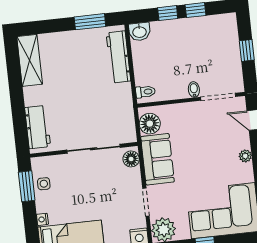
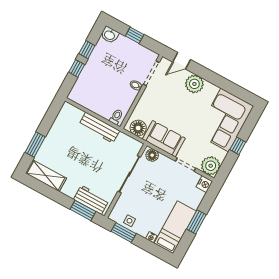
window: (90, 22) -> (35, 145), moved
washbasin: (139, 32) -> (110, 35), moved, turned 90
workbench: (118, 57) -> (99, 128), moved
window: (20, 126) -> (83, 210), added
plant: (245, 156) -> (194, 84), width x1.88, depth x1.88

